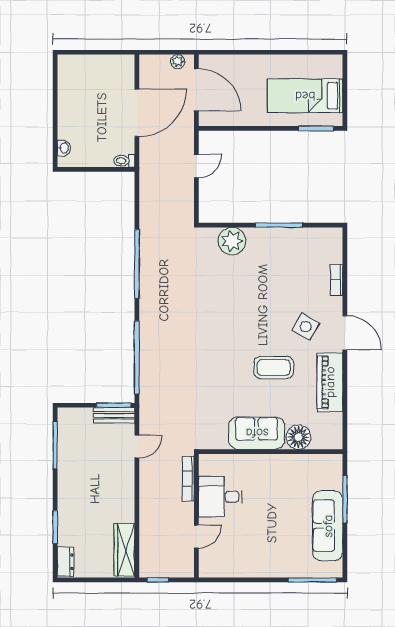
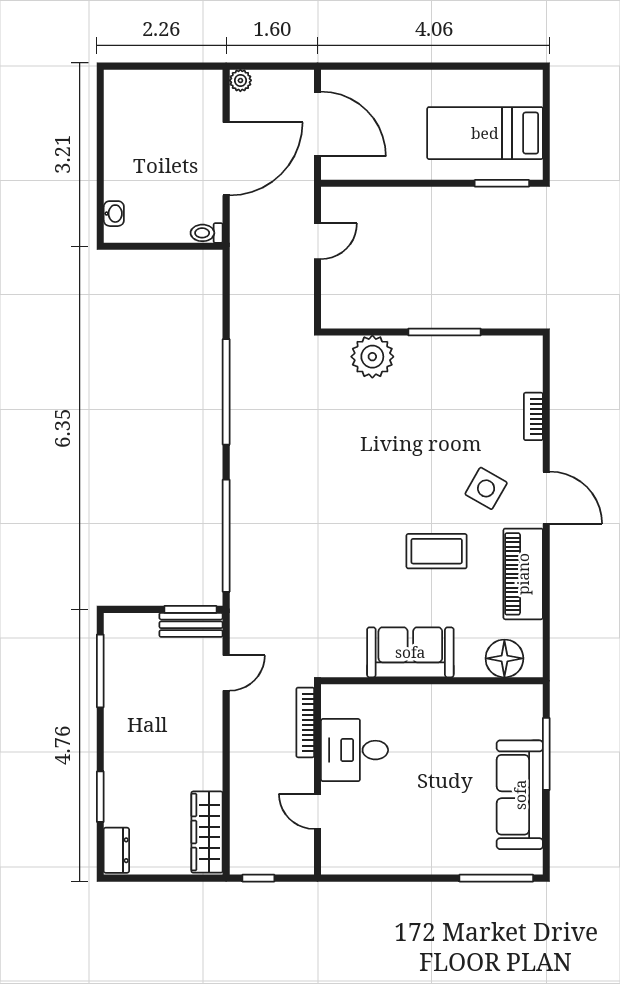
plant: (178, 62) -> (240, 80), moved
floor lamp: (298, 437) -> (504, 658), moved
door: (196, 536) -> (318, 811), swing flipped

